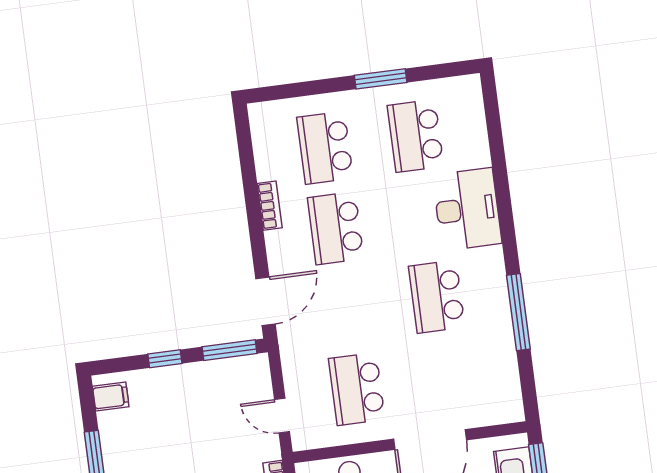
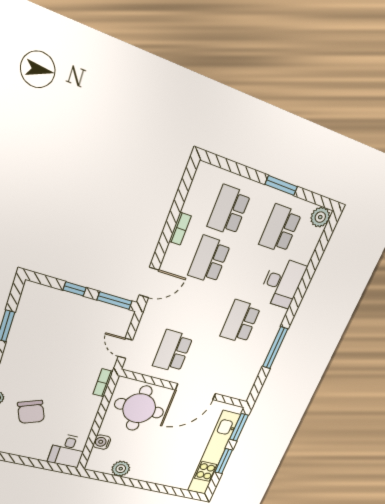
plant: (466, 91) -> (320, 217), added
filing cabinet: (111, 397) -> (31, 296), removed

